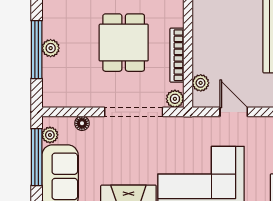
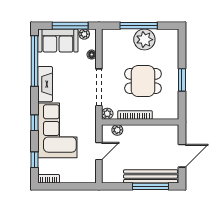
plant: (51, 48) -> (144, 40), width x1.87, depth x1.87

